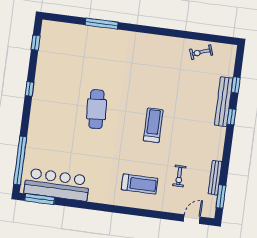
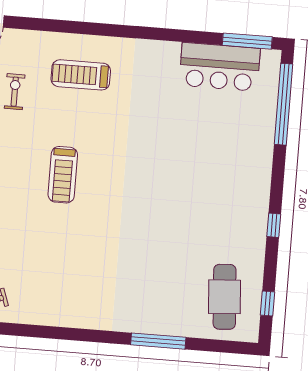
cafe table: (96, 109) -> (225, 297), moved
bar counter: (57, 185) -> (220, 67), width x0.73

